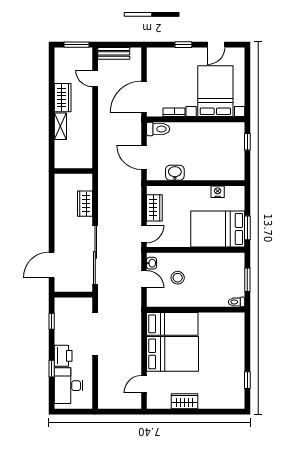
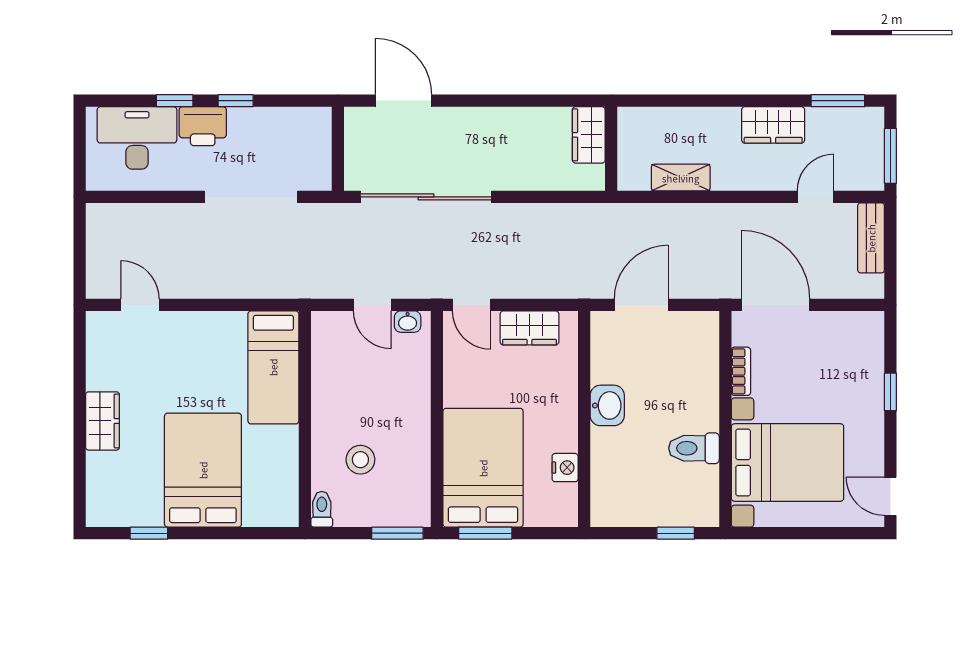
door: (216, 45) -> (890, 496), moved
window: (52, 68) -> (838, 101), added
shelving: (60, 126) -> (681, 178), moved
toilet: (158, 129) -> (694, 448), moved, turned 90
washbasin: (175, 173) -> (607, 405), moved
wardrobe: (85, 204) -> (589, 135), moved, turned -90
stool: (178, 278) -> (360, 460), moved
door: (144, 279) -> (372, 305), hinge flipped
window: (247, 280) -> (397, 533), moved
window: (52, 321) -> (236, 101), moved
bed: (173, 354) -> (203, 470), moved, turned 180
wardrobe: (184, 401) -> (102, 421), moved

